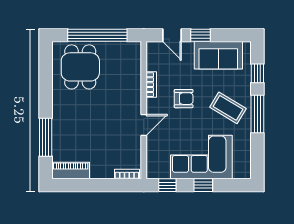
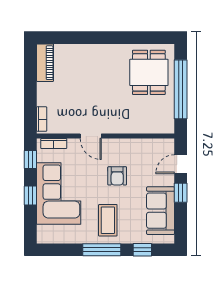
dining table: (80, 67) -> (149, 72), turned 90
bookcase: (151, 85) -> (54, 143), moved
coffee table: (228, 108) -> (108, 220), turned -31
window: (46, 137) -> (78, 38), removed

